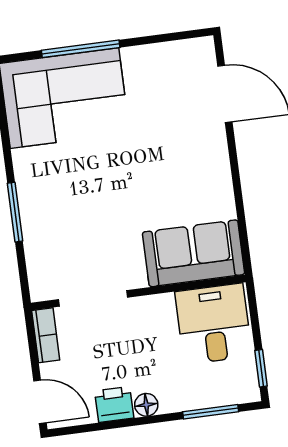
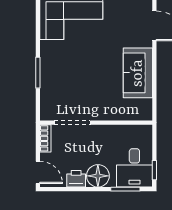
sofa: (194, 253) -> (138, 73), moved, turned -90
desk: (213, 324) -> (134, 168), moved, turned 180
floor lamp: (146, 405) -> (98, 176), width x1.89, depth x1.89

